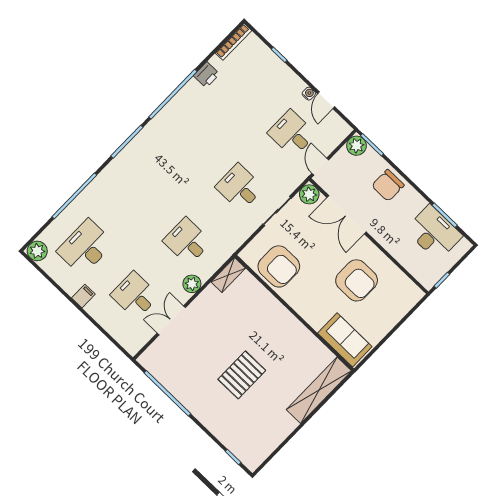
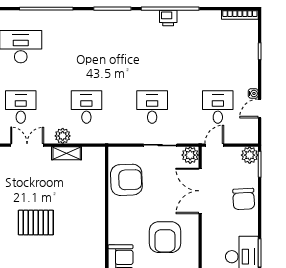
printer: (207, 75) -> (168, 18), moved
chair: (388, 185) -> (244, 199), turned -93
armchair: (279, 266) -> (126, 180), turned -92
shelving: (228, 275) -> (67, 153), moved

